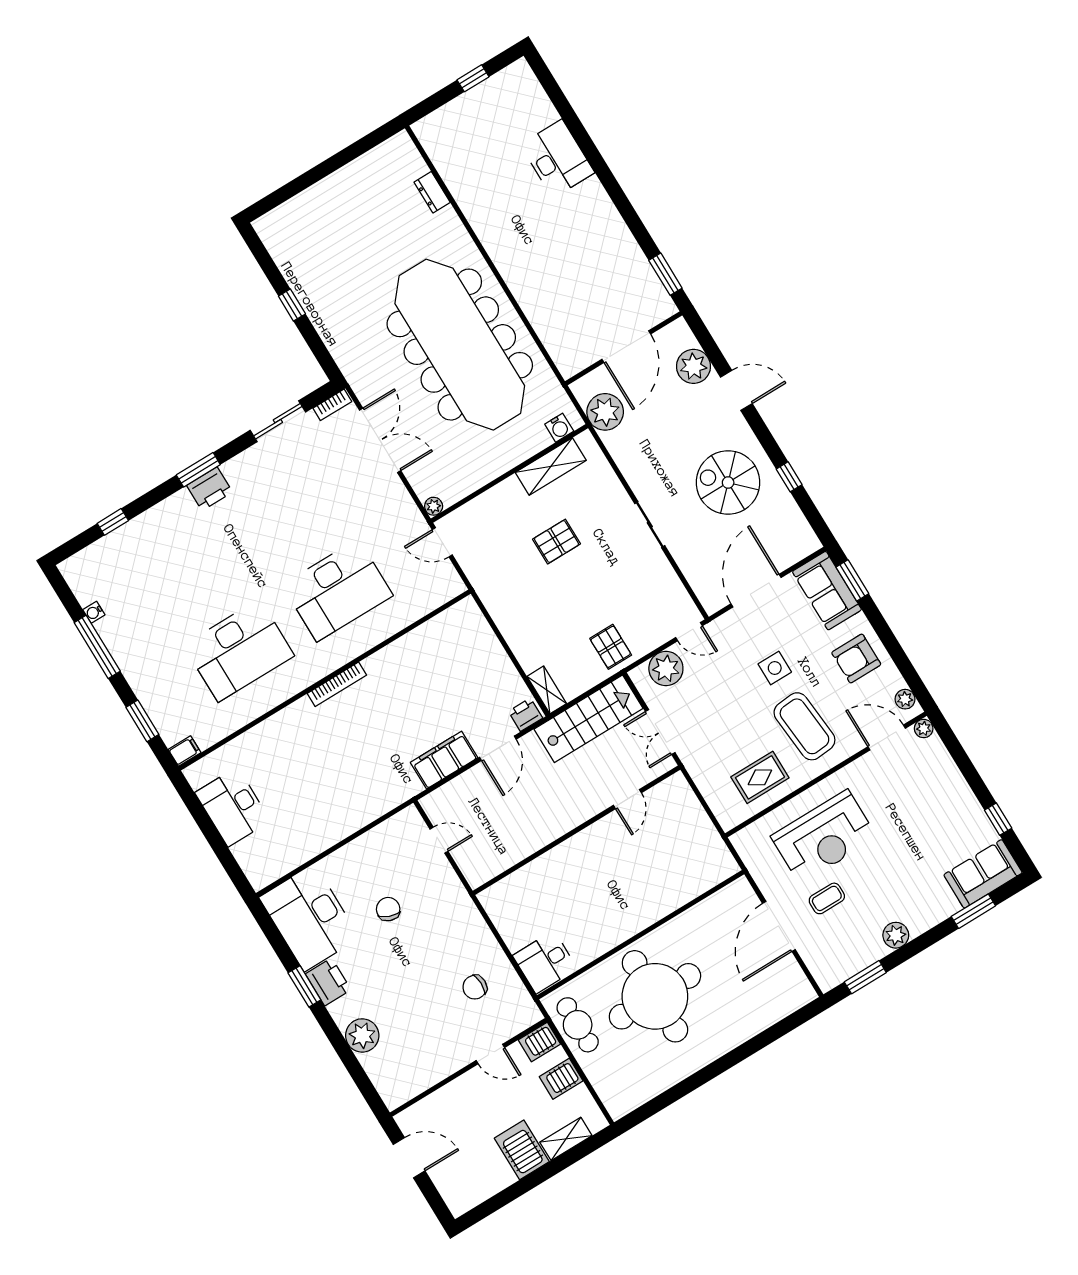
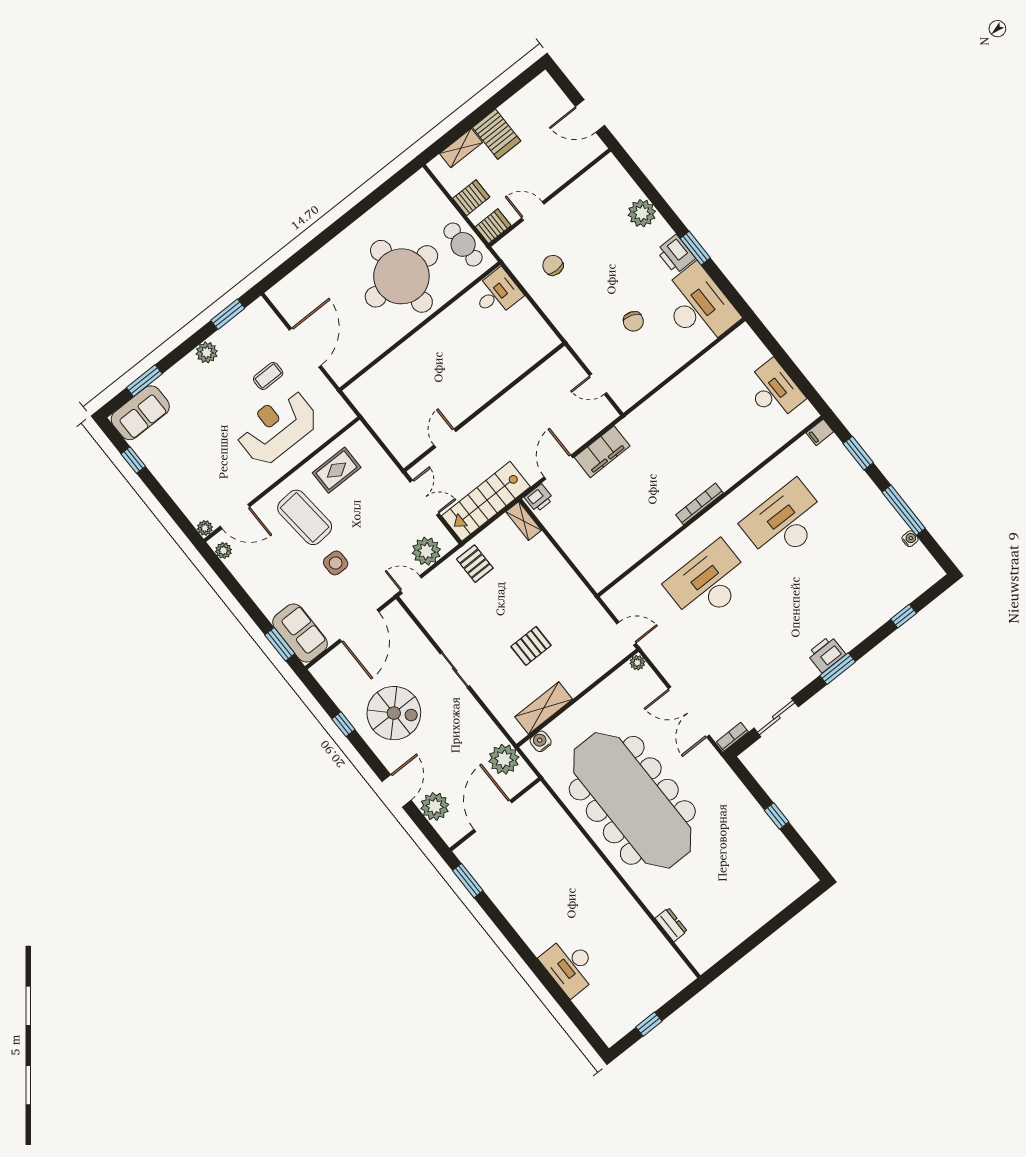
door: (736, 390) -> (396, 791), swing flipped
armchair: (856, 659) -> (268, 579), removed
chair: (475, 987) -> (553, 265), turned -90

